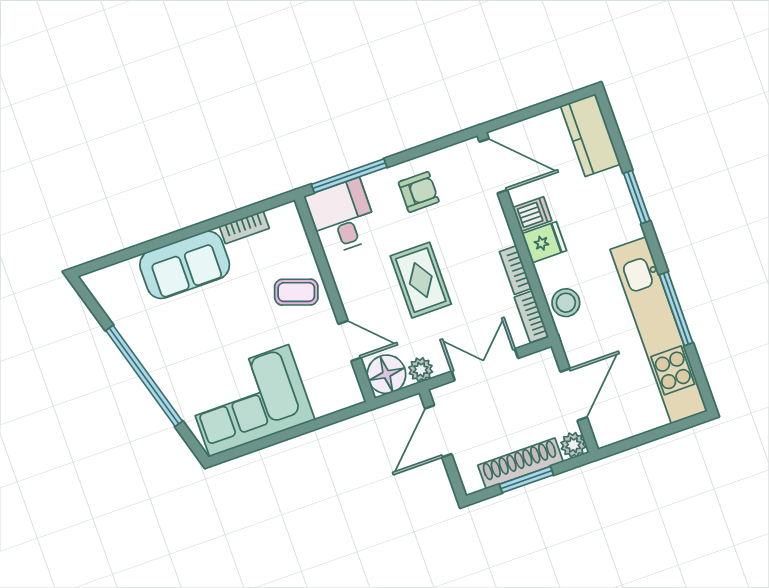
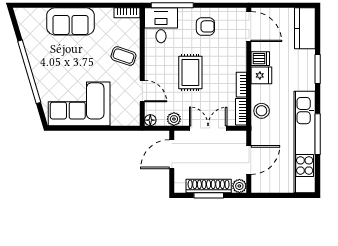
bookcase: (244, 227) -> (127, 13), moved
floor lamp: (386, 374) -> (150, 120), width x0.53, depth x0.53

